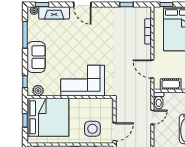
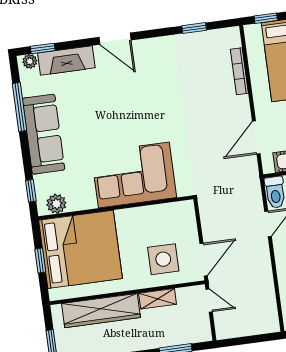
sofa: (36, 57) -> (44, 134), width x1.36
door: (152, 69) -> (256, 138), hinge flipped

